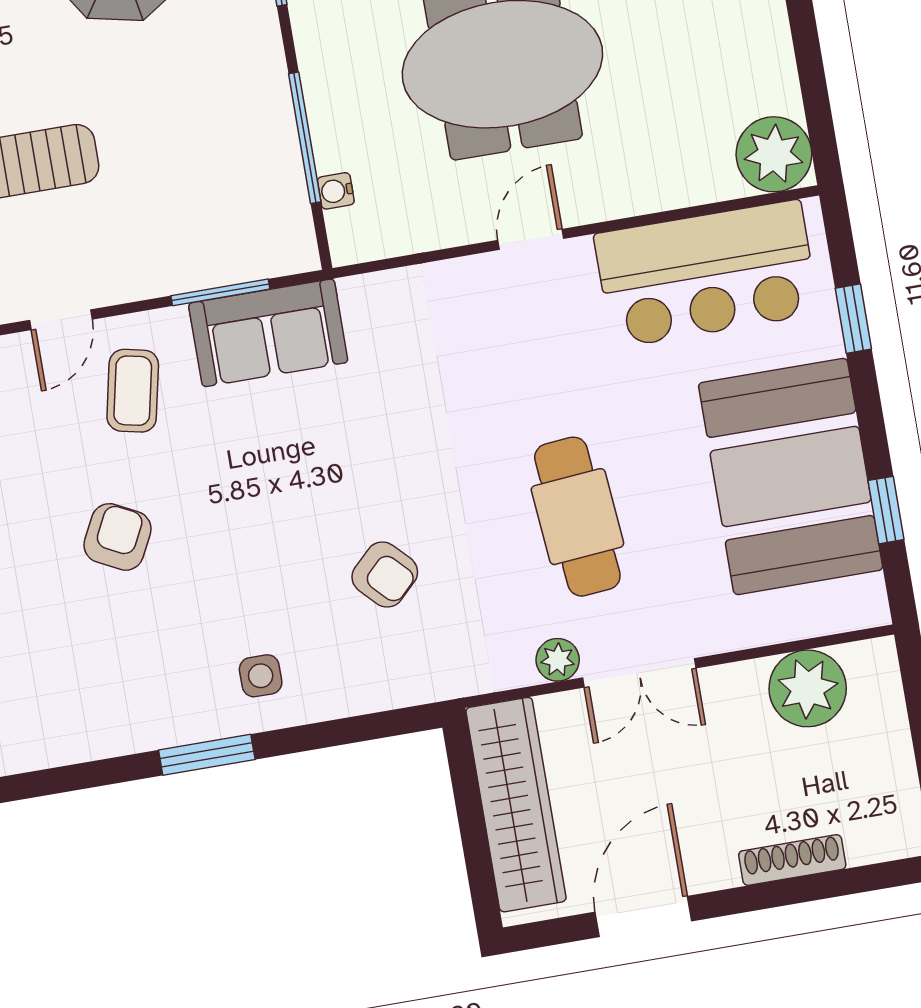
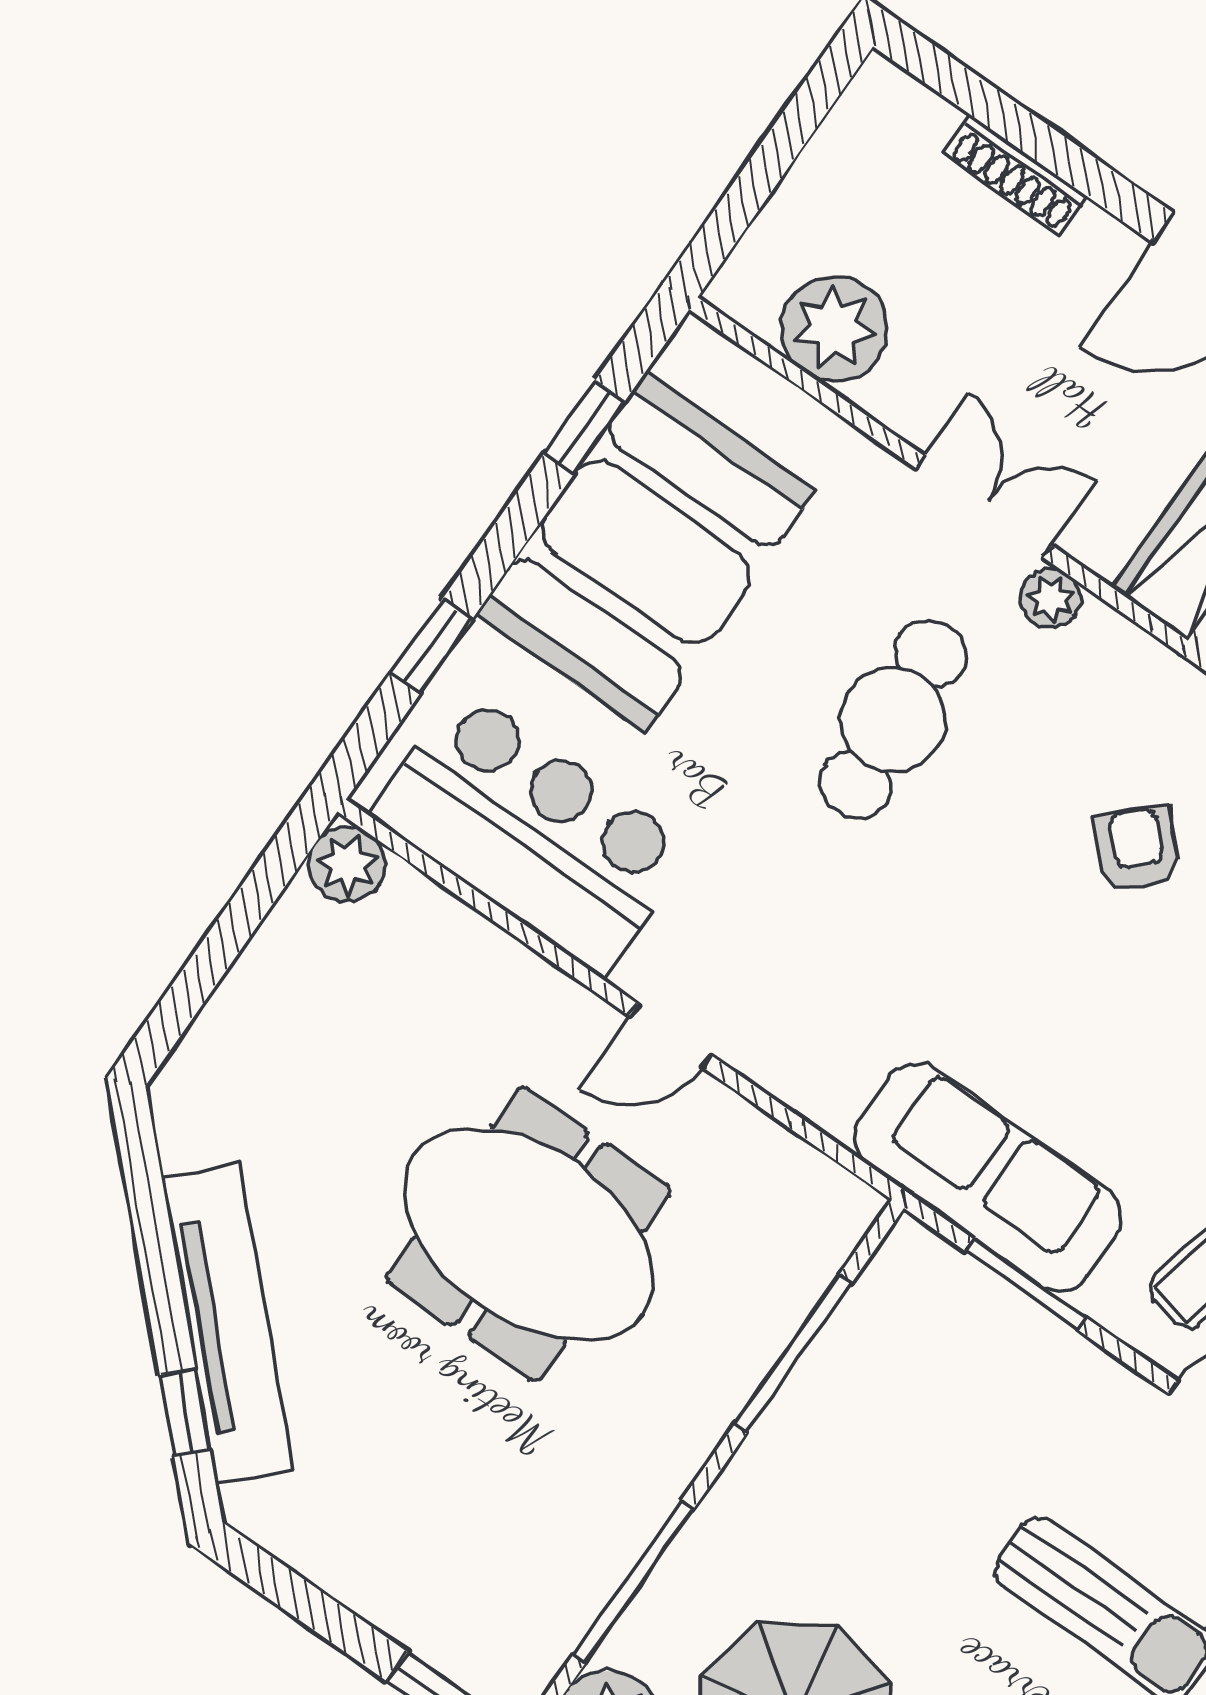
plant: (774, 154) -> (347, 864), width x0.73, depth x0.73
water cooler: (336, 191) -> (814, 1272), removed
sofa: (268, 333) -> (988, 1177), width x1.36

